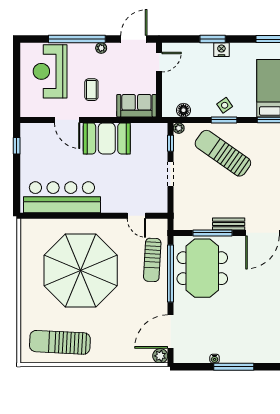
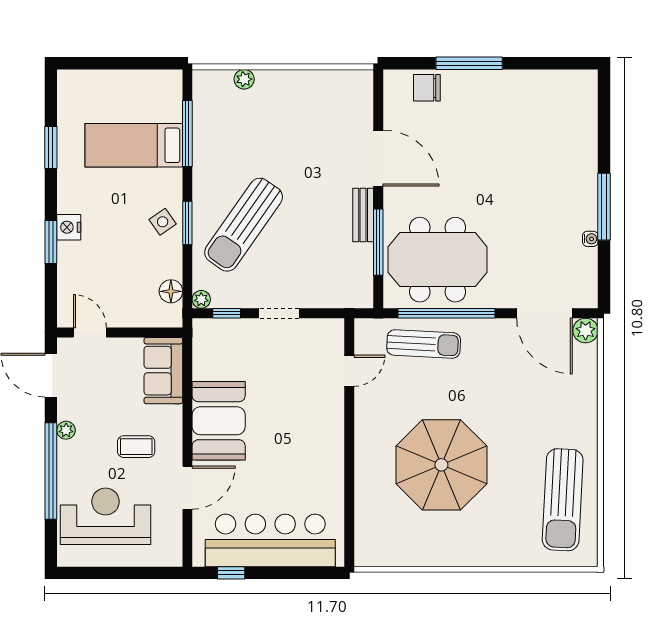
reception desk: (50, 71) -> (105, 516), turned 180
bar counter: (62, 197) -> (270, 540), moved, turned 90
parasol: (81, 270) -> (441, 465), width x0.73, depth x0.73

